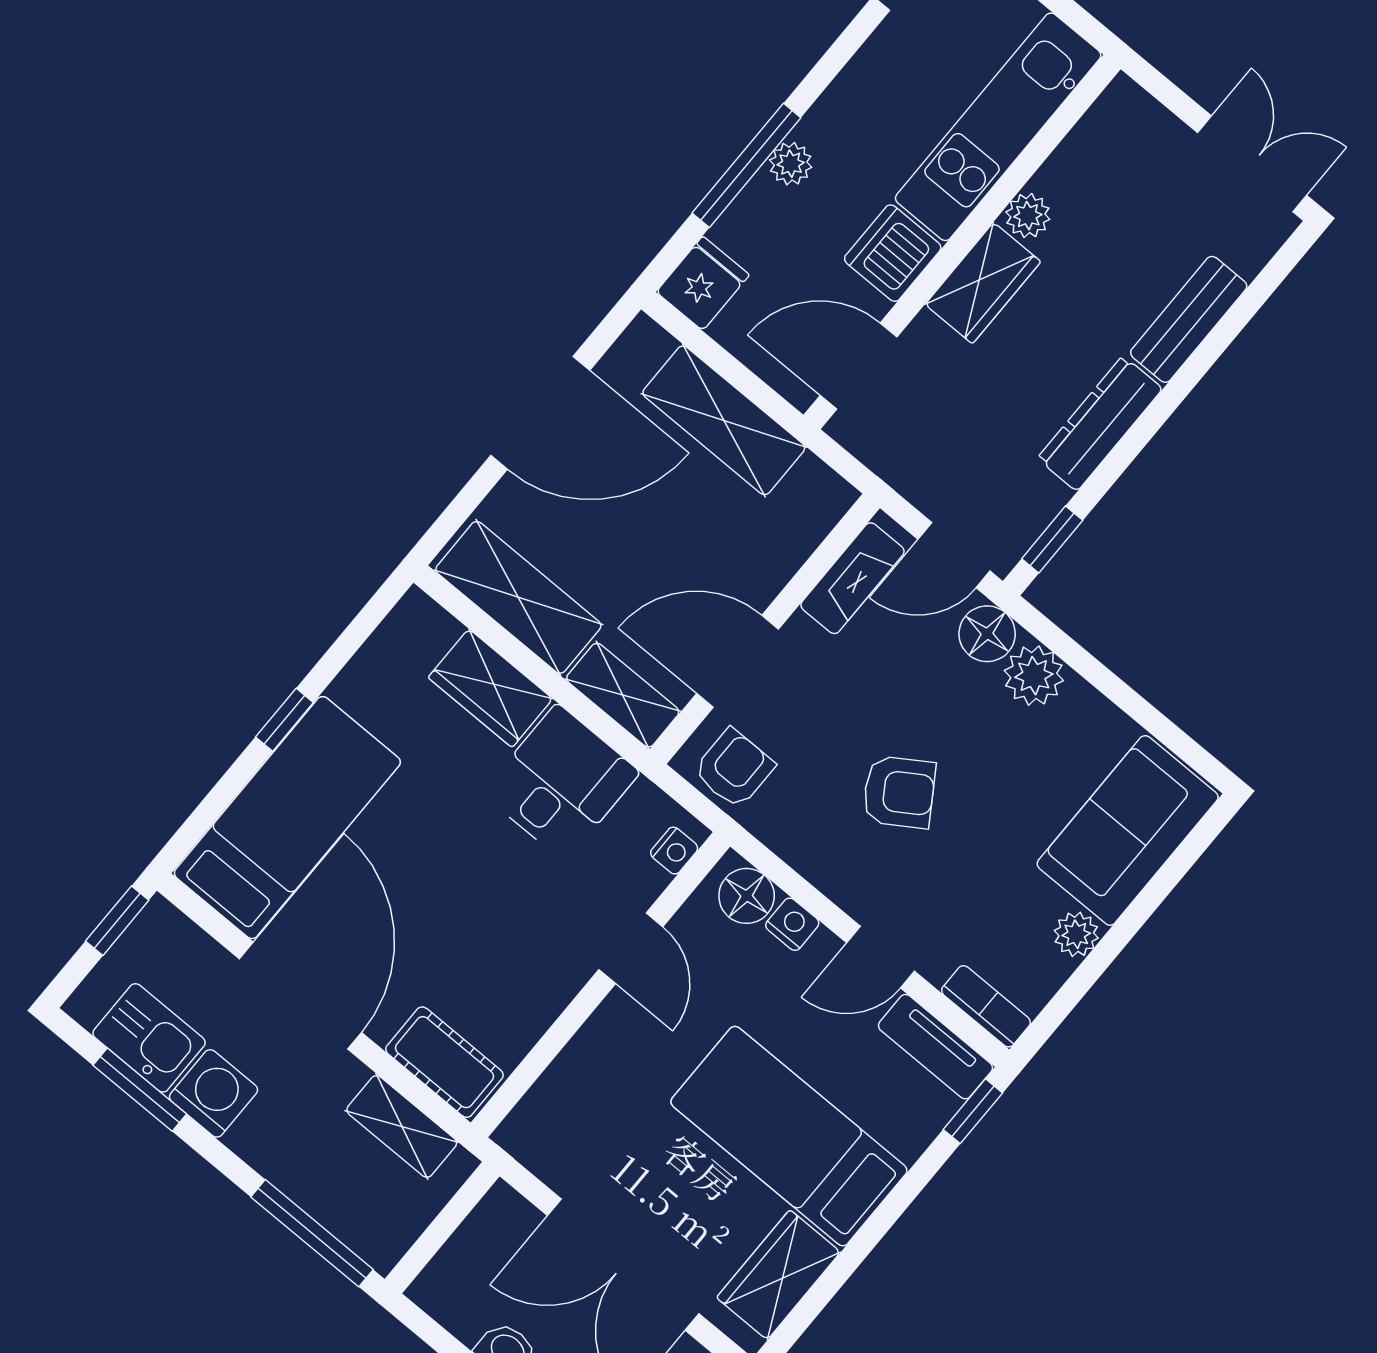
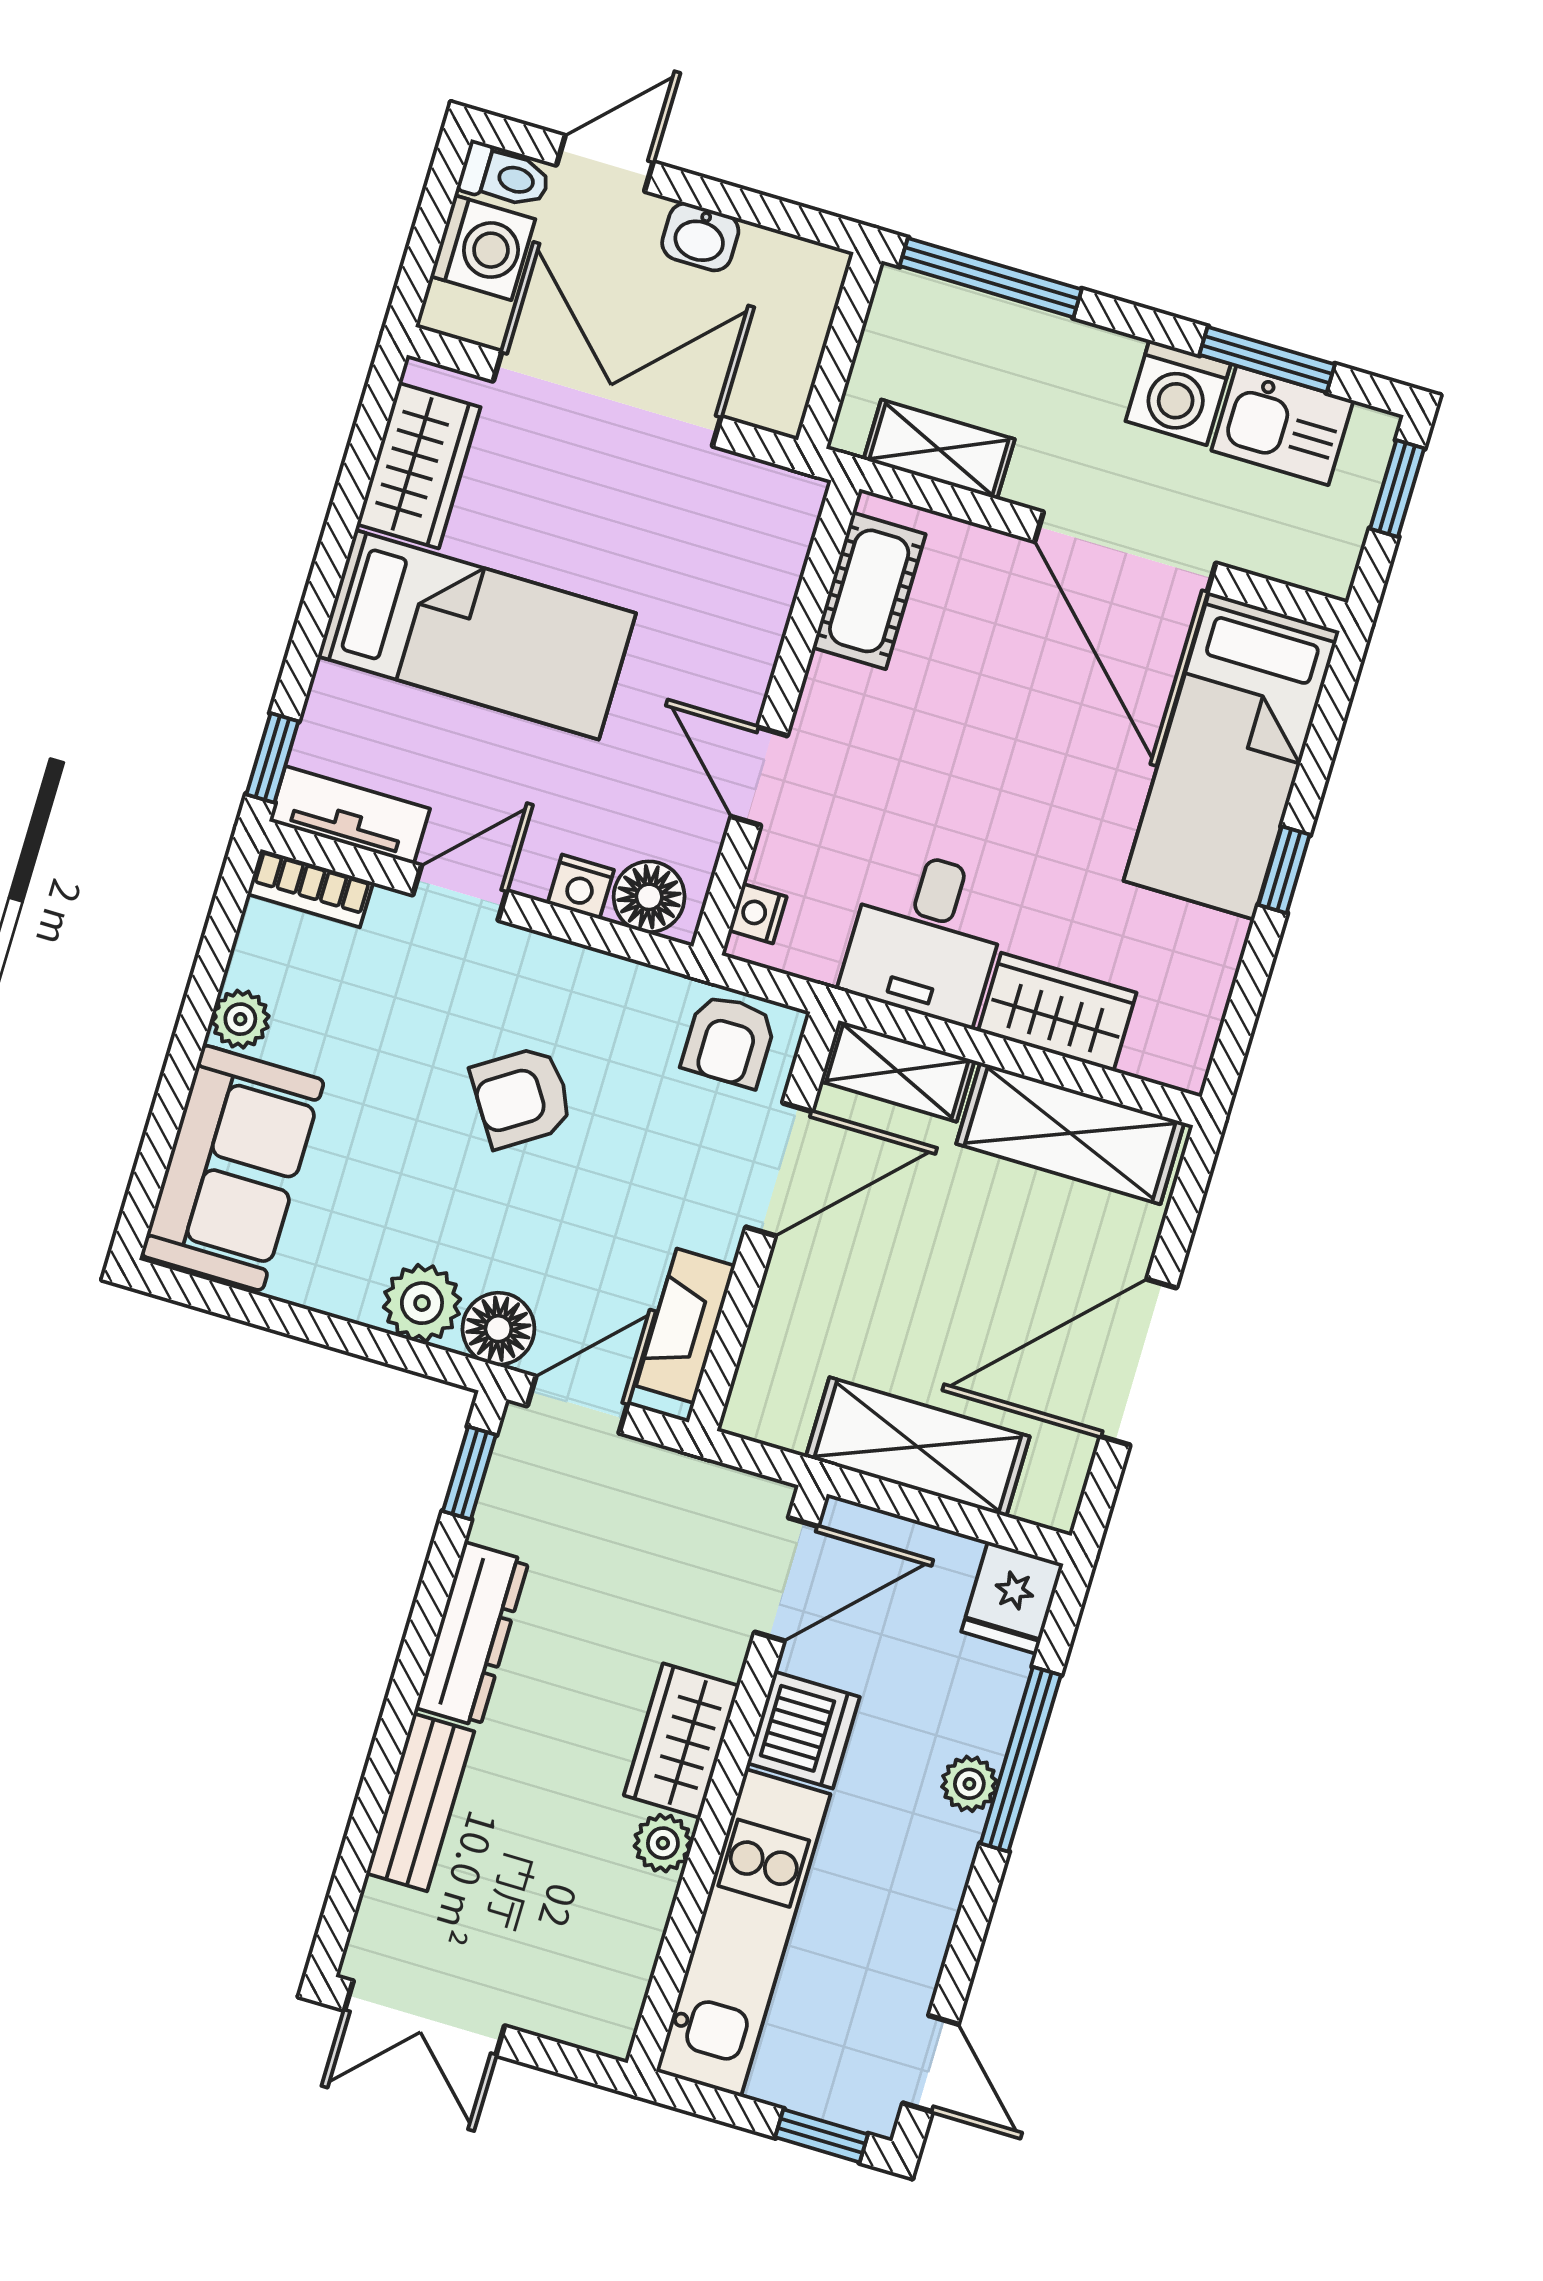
window: (117, 921) -> (1397, 488), moved
cot: (444, 1062) -> (869, 591), moved, turned 90

